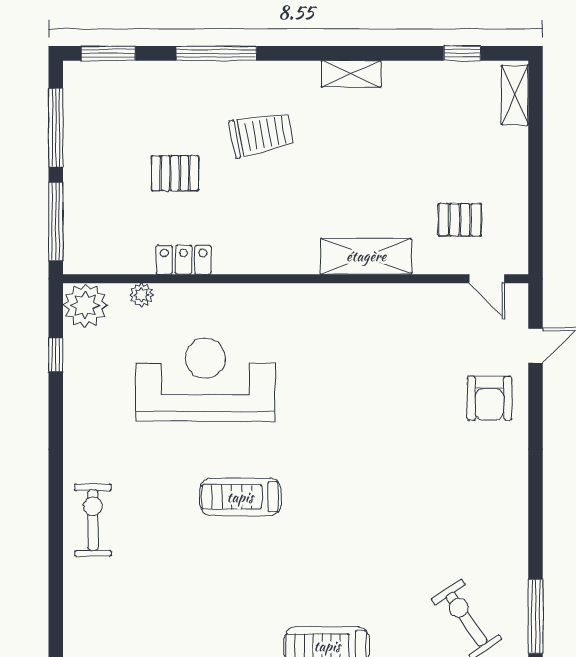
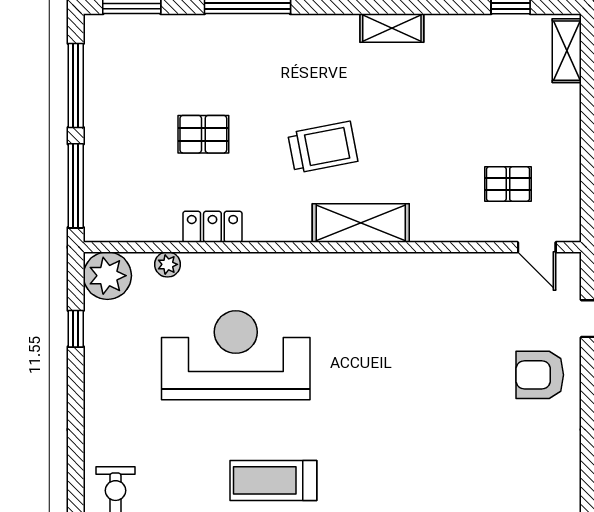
trolley: (261, 134) -> (323, 147), moved
shelving: (366, 256) -> (361, 223), moved
armchair: (490, 398) -> (540, 375), turned 90

